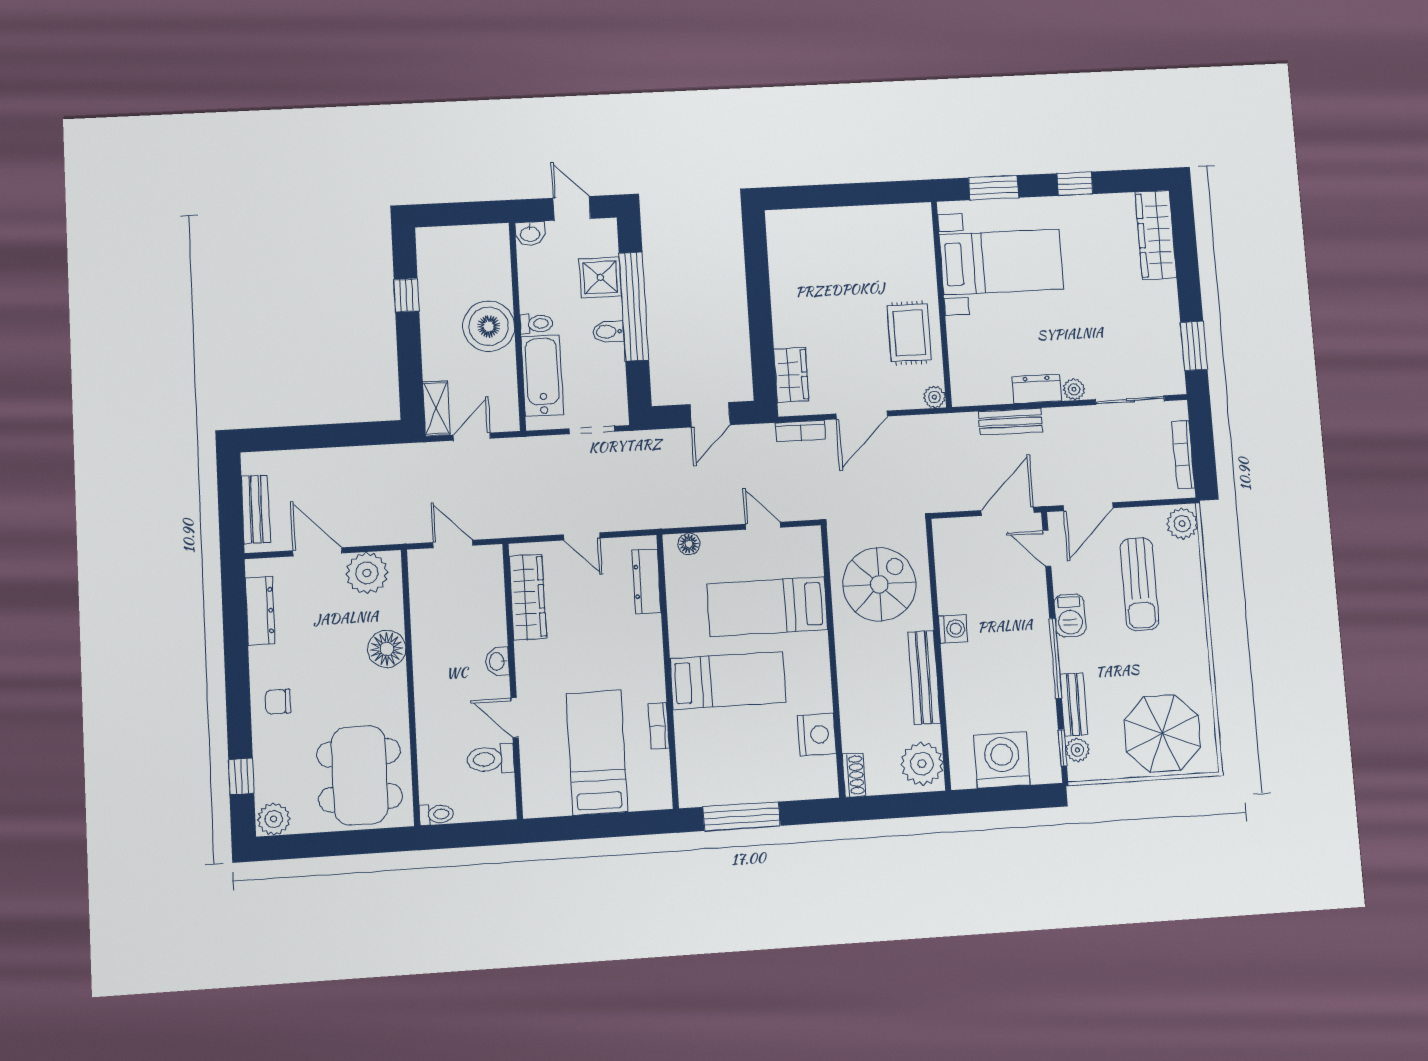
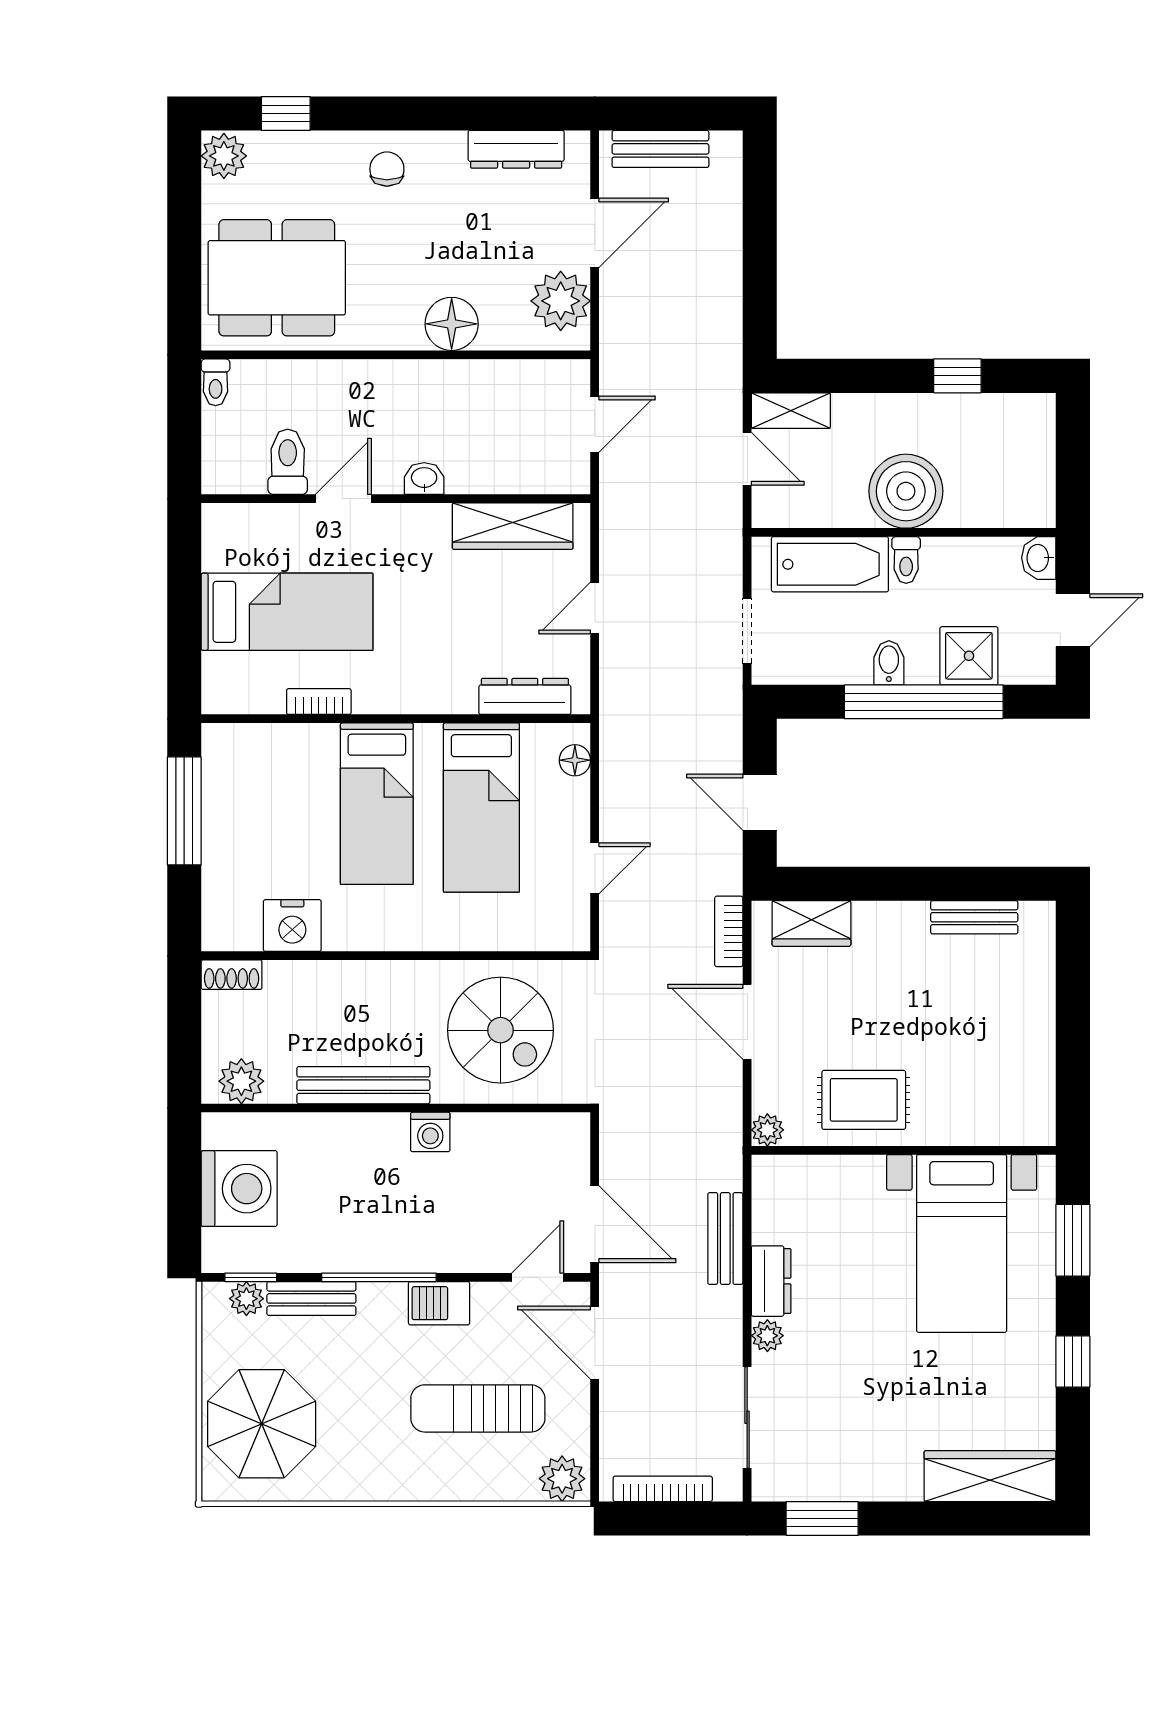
bench: (780, 265) -> (974, 917), added
bed: (767, 607) -> (481, 807), moved, turned 180
plant: (922, 764) -> (241, 1081), width x0.73, depth x0.73

